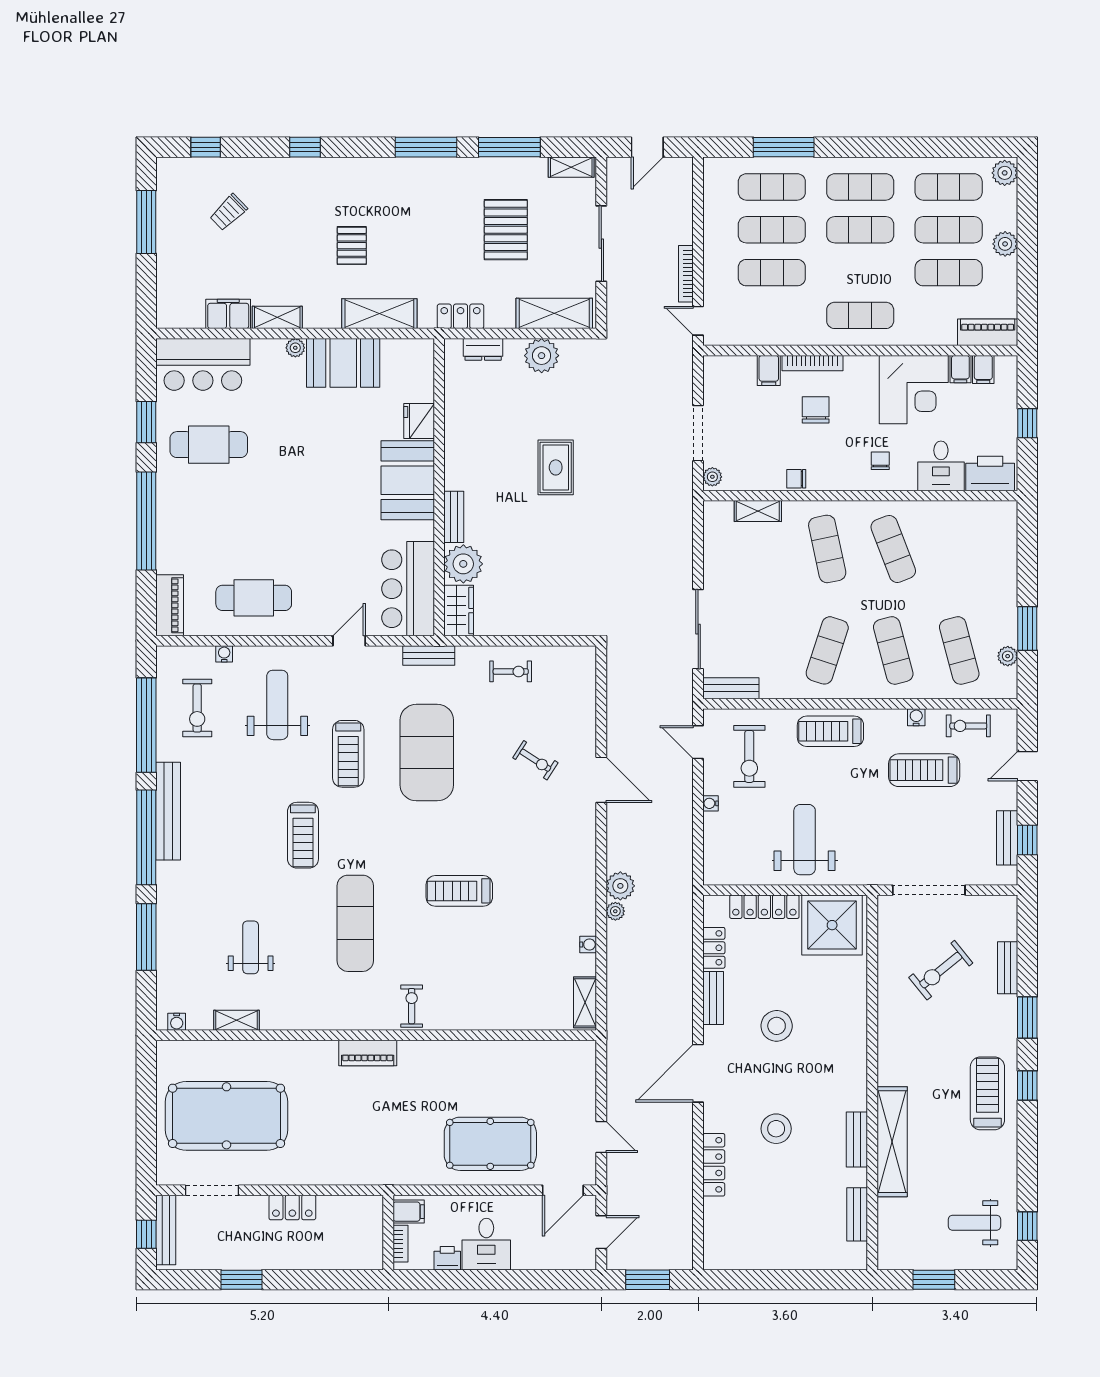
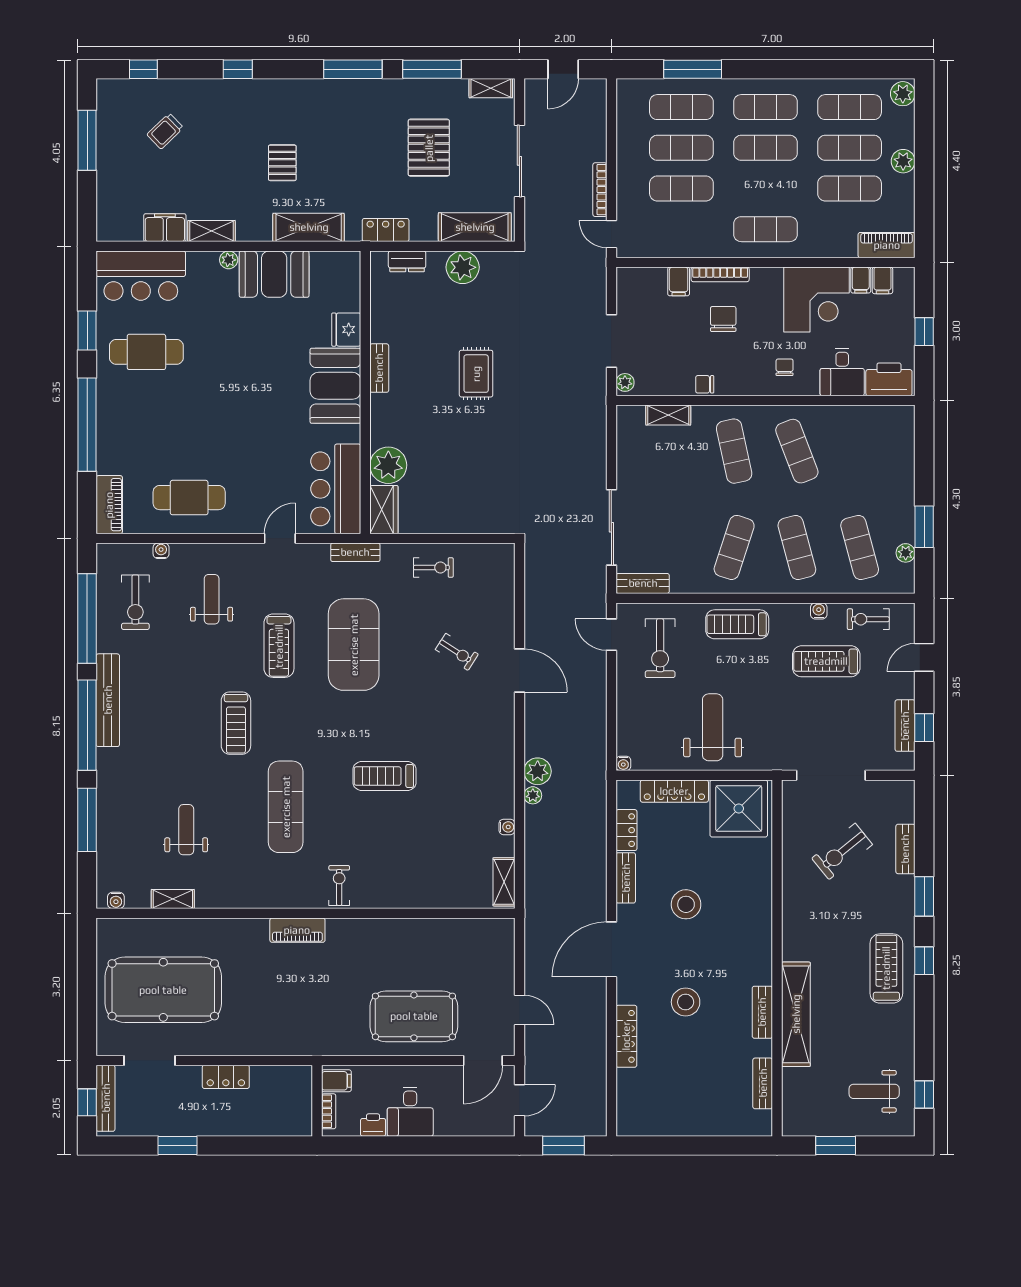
bench: (454, 517) -> (379, 368), moved
weight bench: (277, 705) -> (212, 599), width x0.73, depth x0.75
water cooler: (711, 803) -> (623, 763), moved, turned -90

